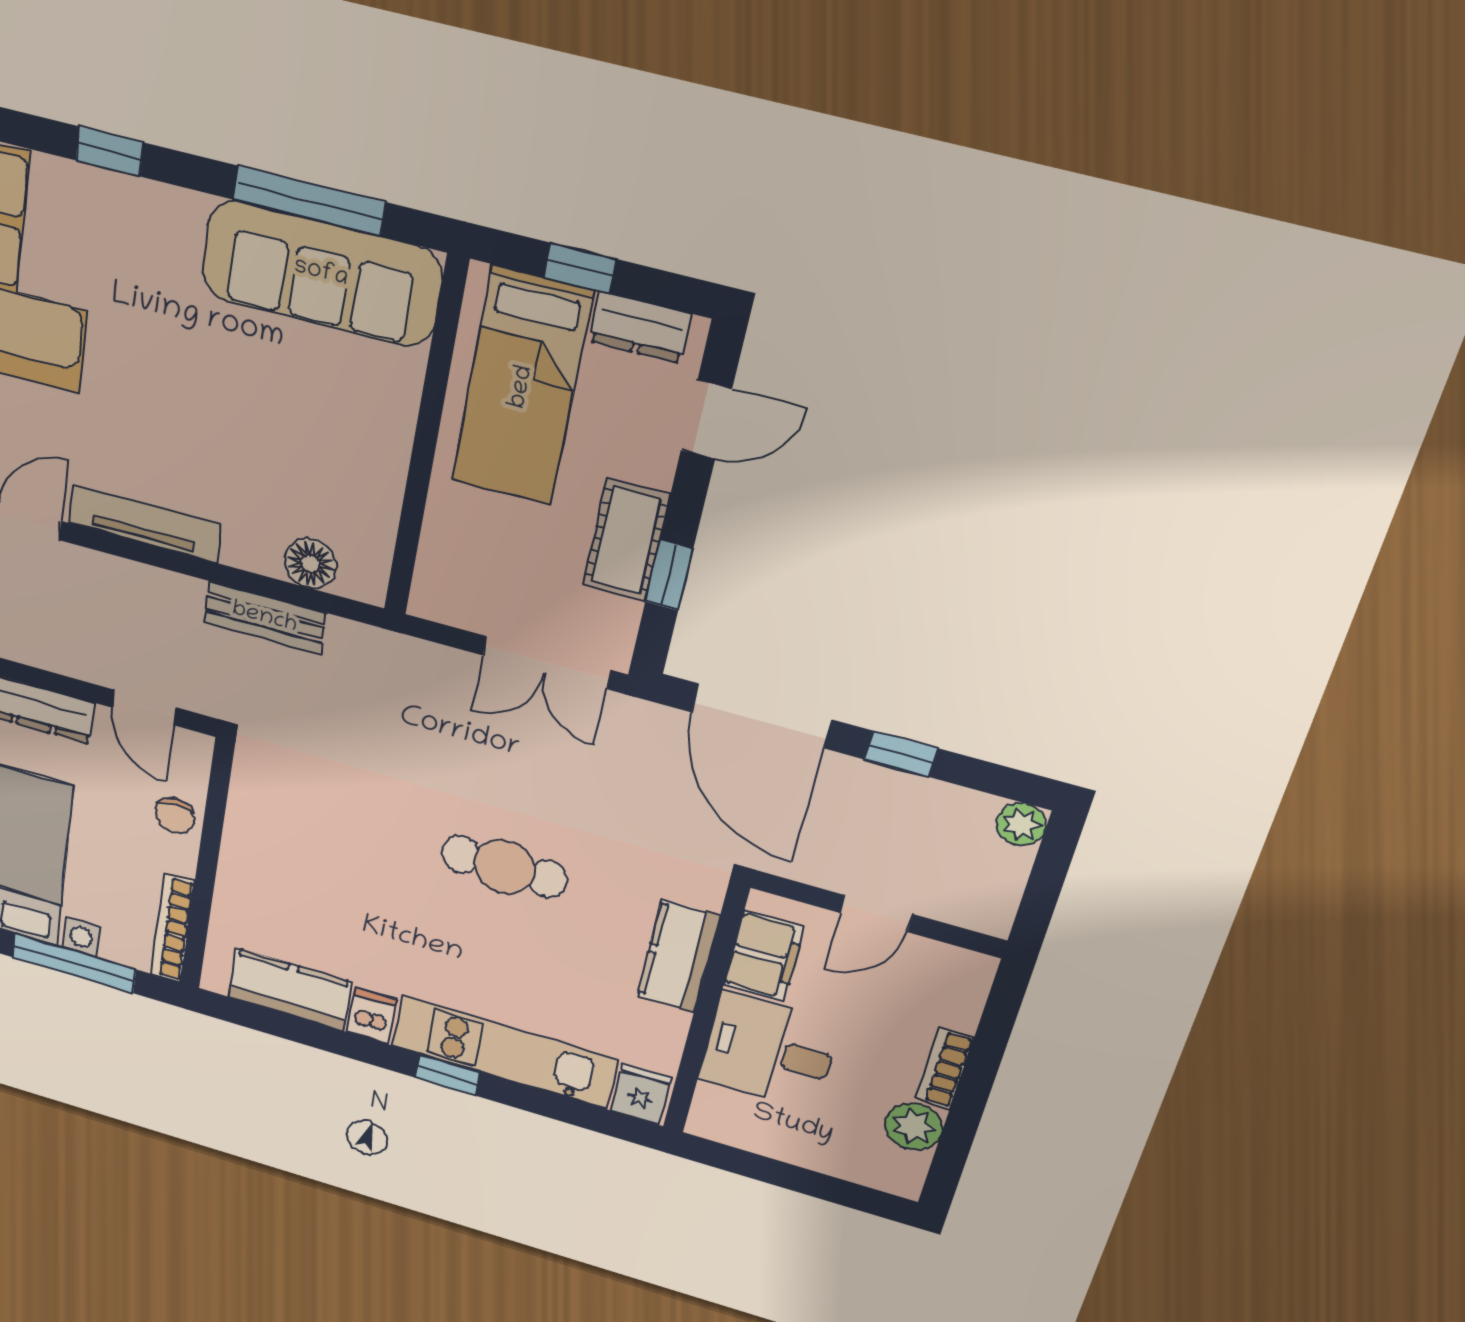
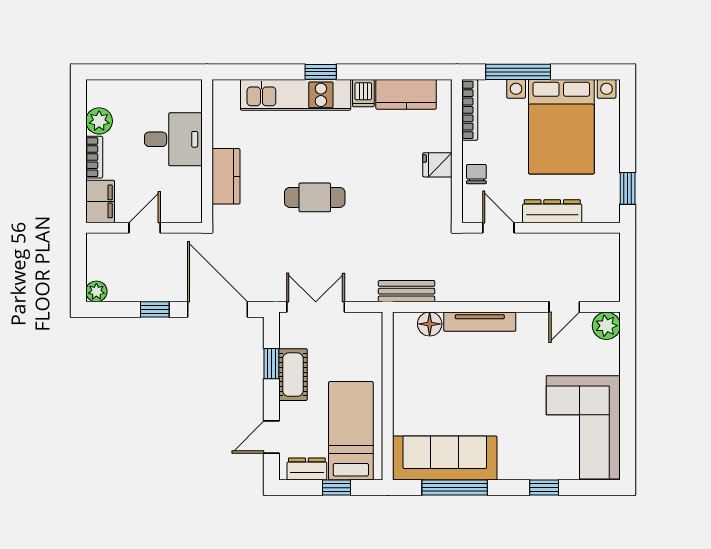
tv unit: (145, 524) -> (480, 322), moved
bench: (265, 618) -> (407, 291), moved
filing cabinet: (764, 956) -> (100, 201), moved, turned 180
fridge: (641, 1094) -> (437, 165), moved, turned 90

